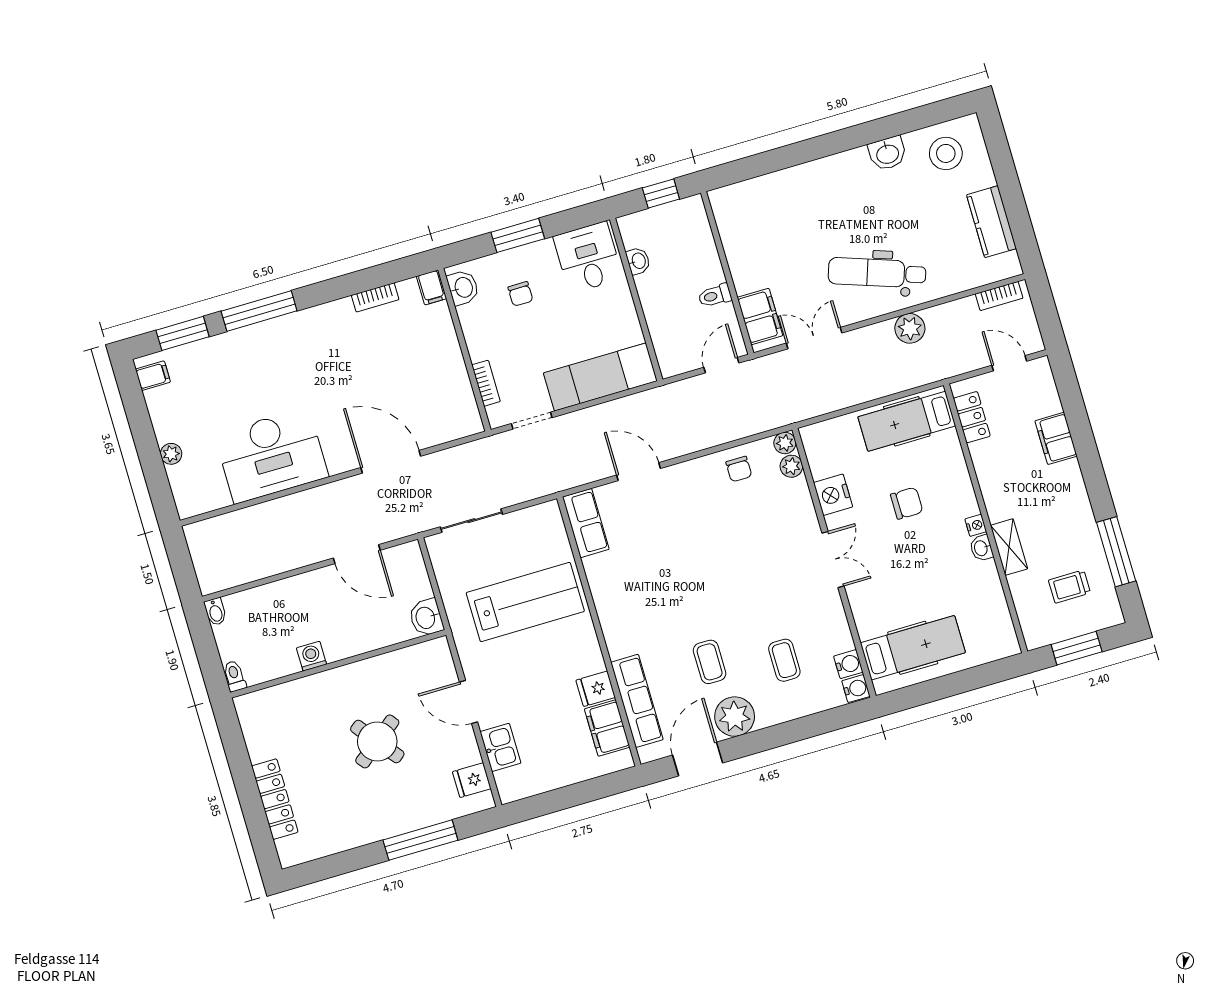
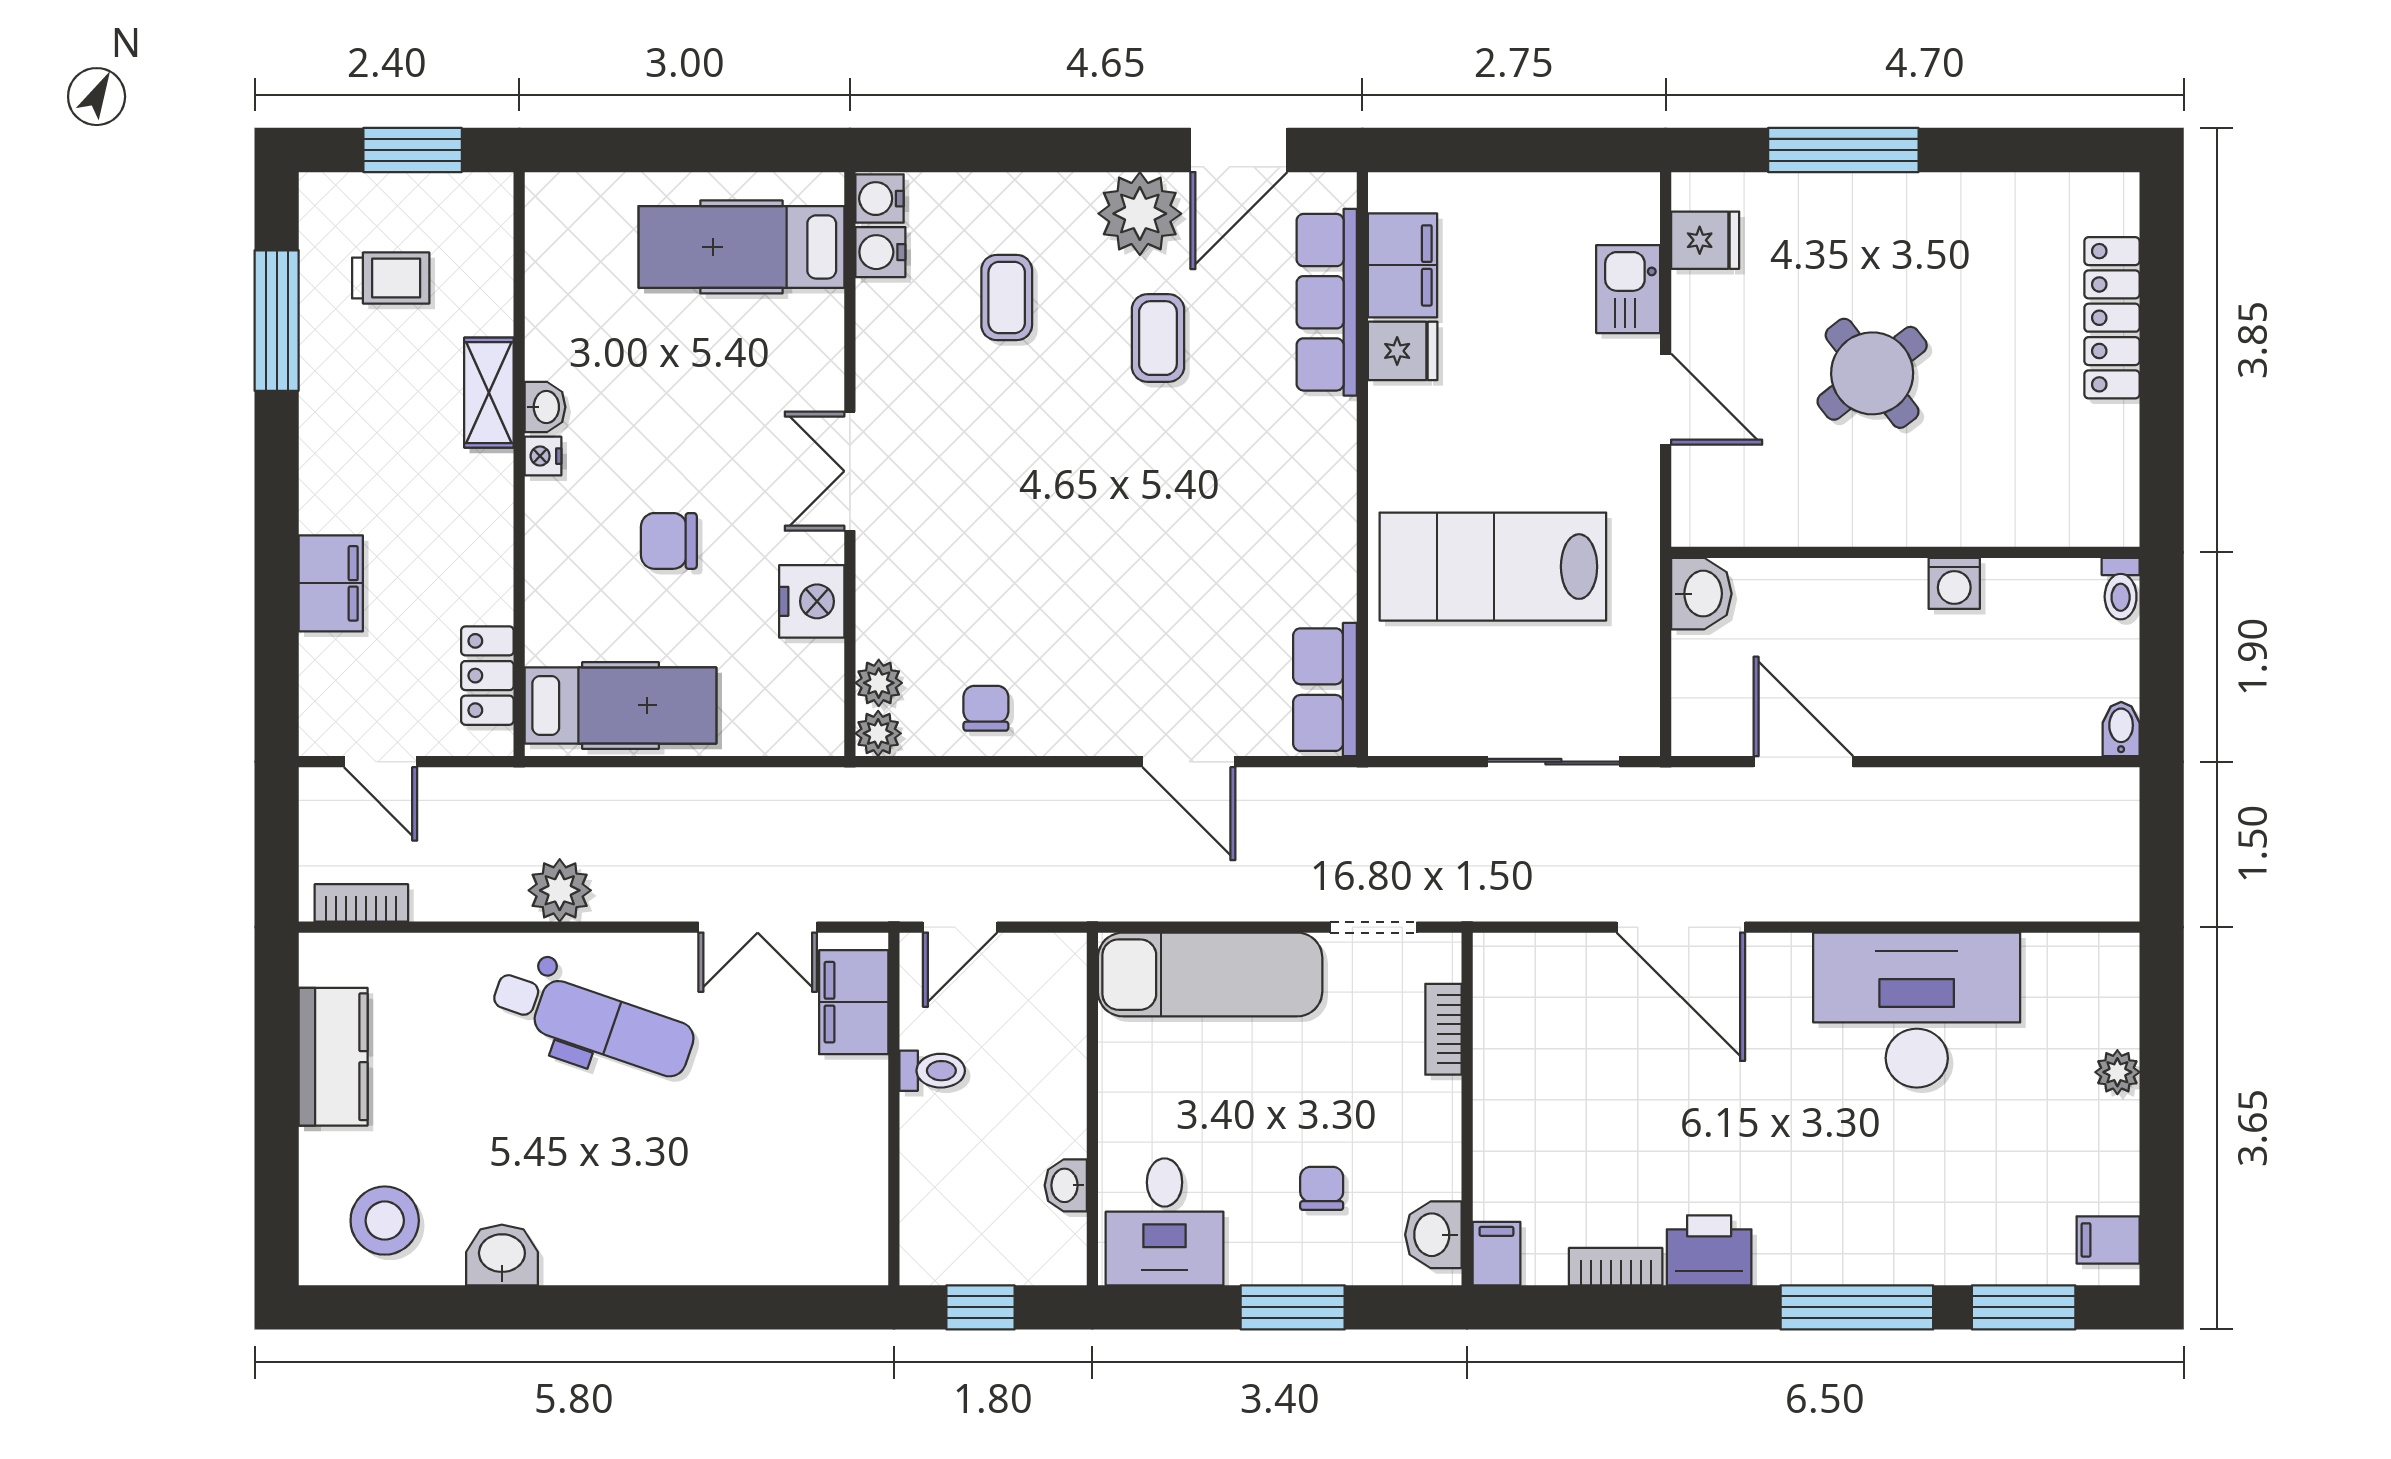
printer: (334, 317) -> (1709, 1250), added

